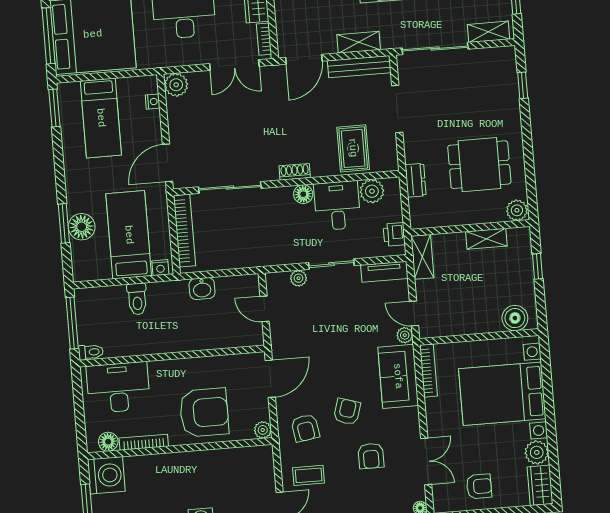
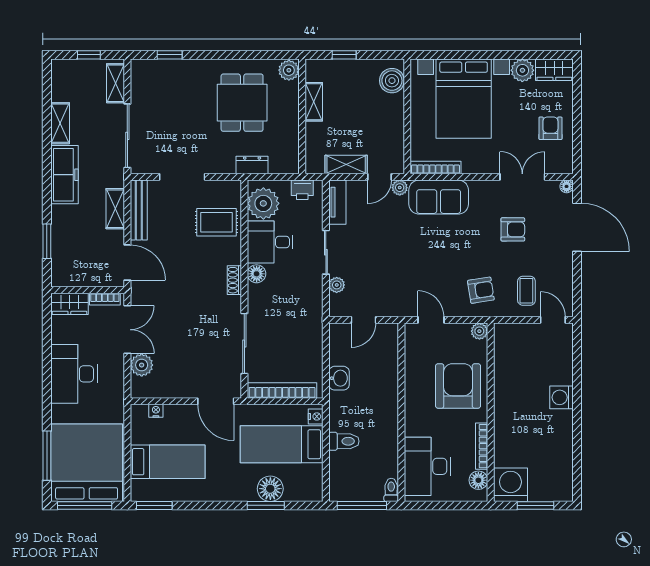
plant: (176, 85) -> (142, 365), moved
plant: (372, 191) -> (263, 203), width x1.36, depth x1.36
shelving: (422, 257) -> (346, 164), moved
door: (270, 379) -> (431, 320), width x0.73
armchair: (347, 412) -> (468, 249), removed

